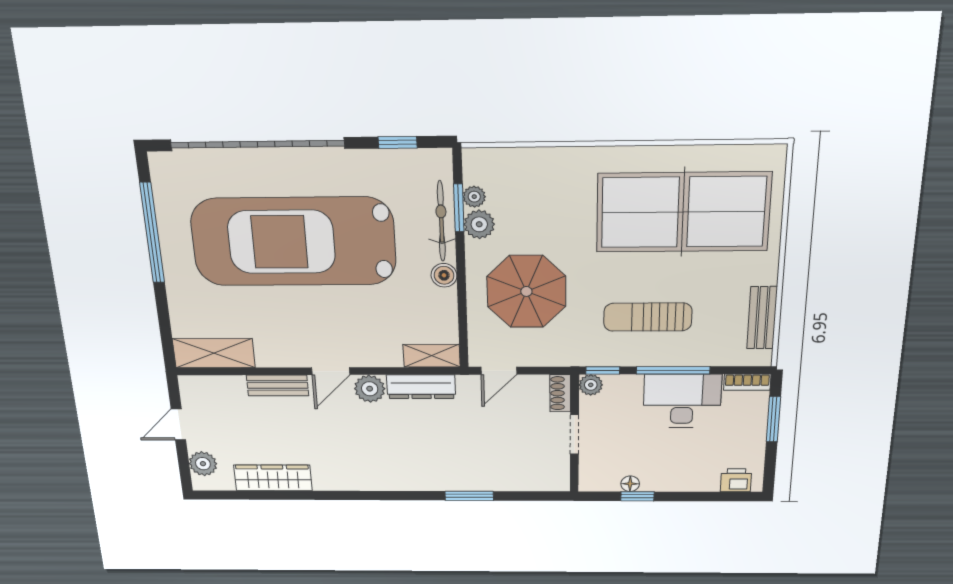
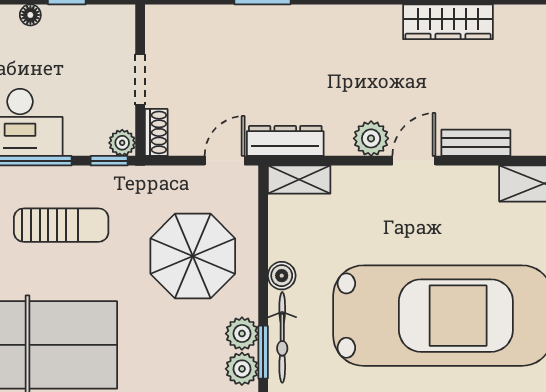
plant: (474, 197) -> (242, 369), width x1.38, depth x1.38
dresser: (421, 387) -> (285, 141), moved
wardrobe: (273, 478) -> (448, 22), moved
floor lamp: (630, 484) -> (30, 15), moved

